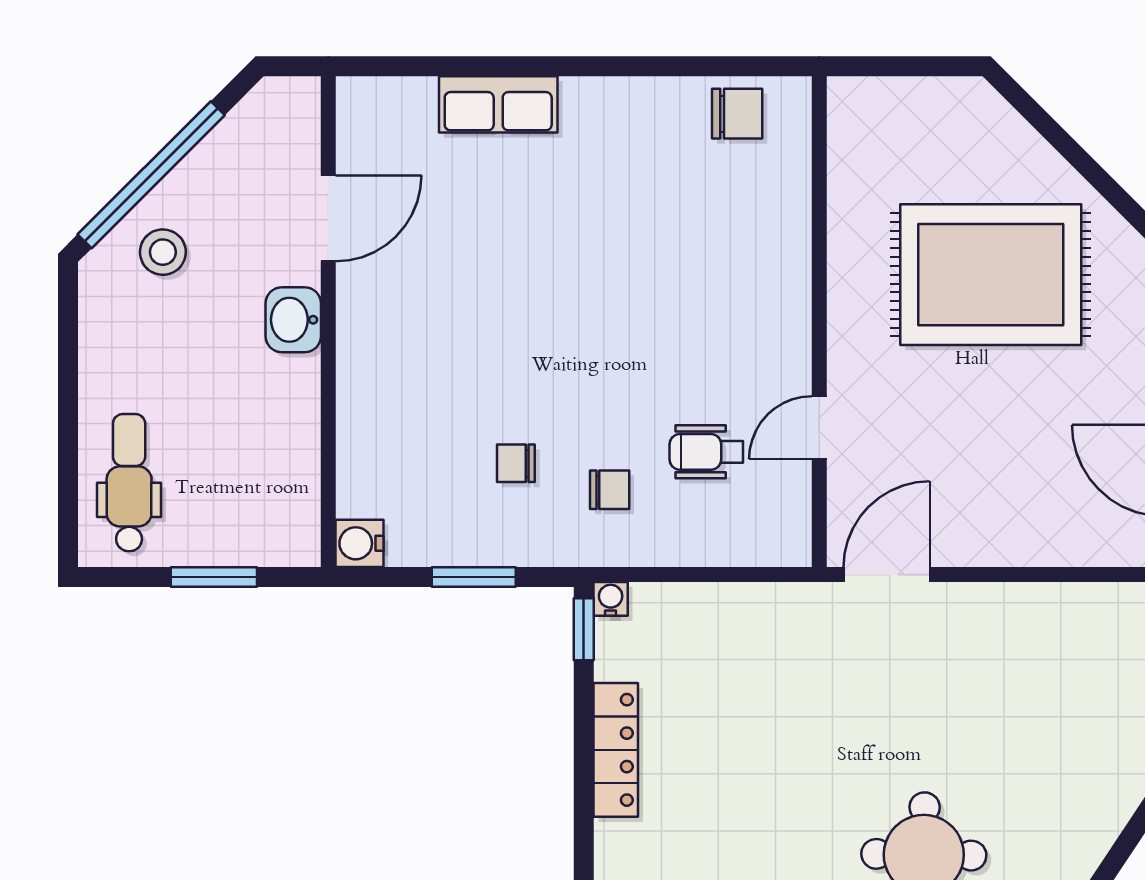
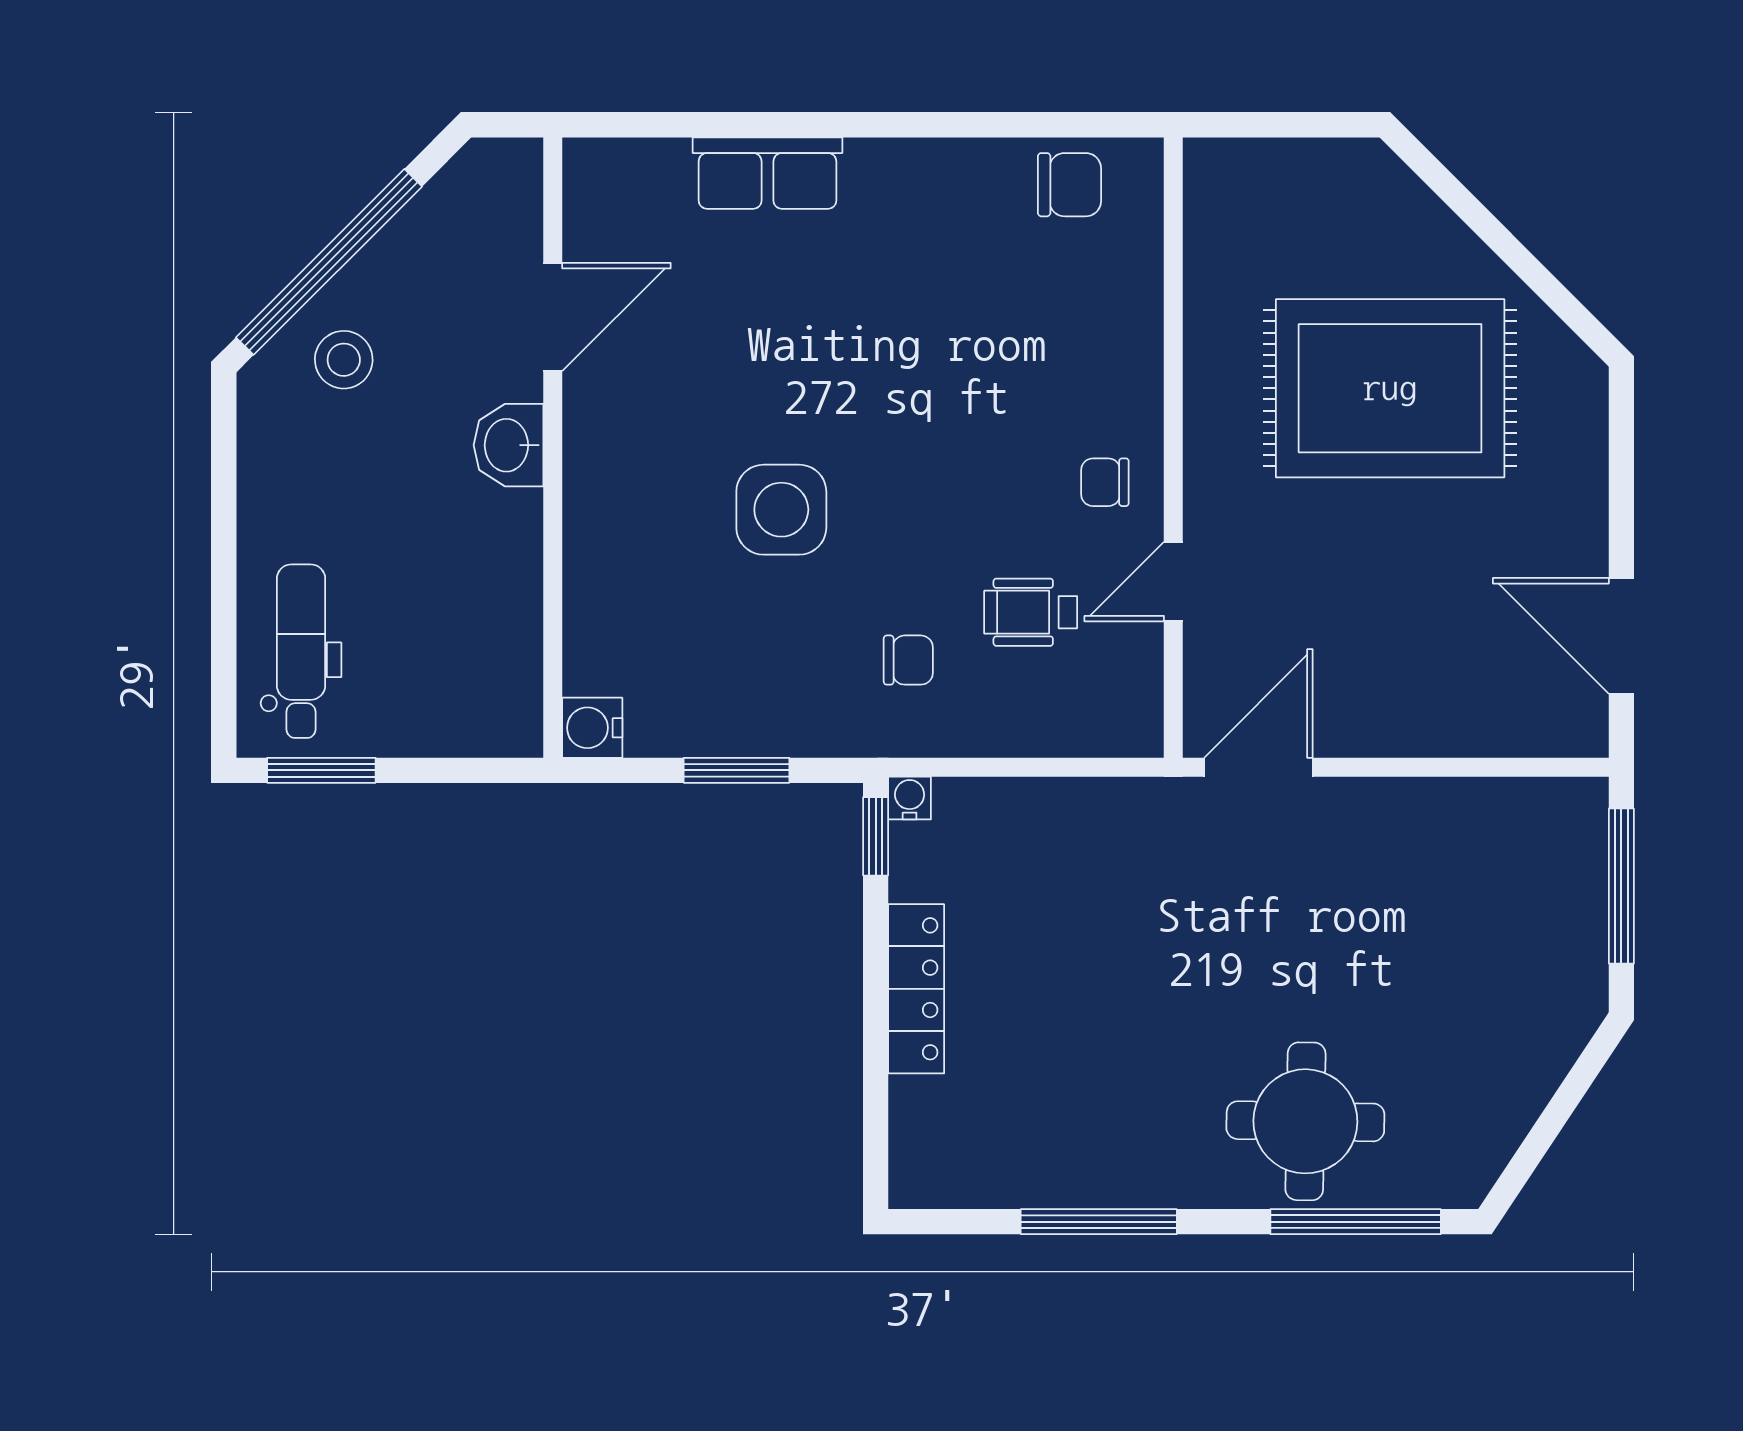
side table: (509, 371) -> (781, 510), added
chair: (516, 463) -> (1105, 482), moved
window: (214, 577) -> (321, 770), moved

